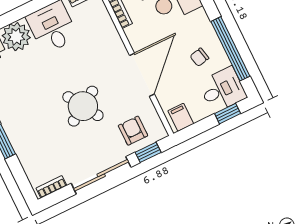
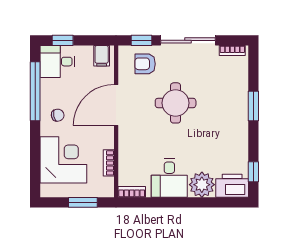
chair: (199, 57) -> (58, 115), moved
round table: (83, 106) -> (176, 103), turned 32
armchair: (133, 131) -> (145, 64), turned 90

